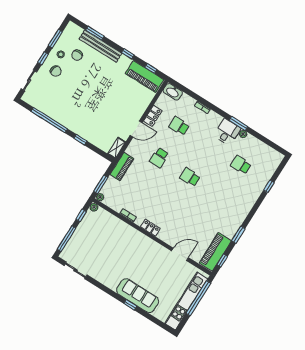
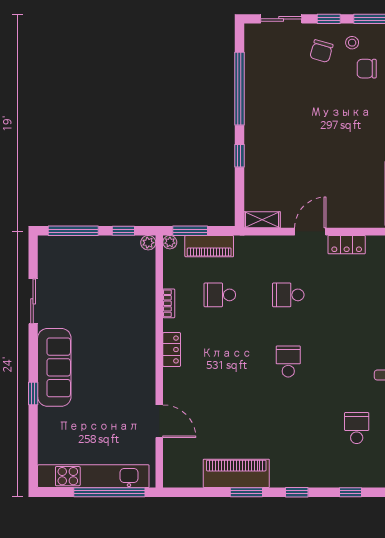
school desk: (179, 126) -> (220, 295), moved, turned -90
door: (136, 129) -> (310, 232), swing flipped
piano: (122, 167) -> (209, 246), moved
piano: (215, 252) -> (236, 473), moved
window: (222, 260) -> (297, 492), moved
sliding door: (76, 270) -> (33, 301), moved
sofa: (138, 296) -> (54, 367), moved

